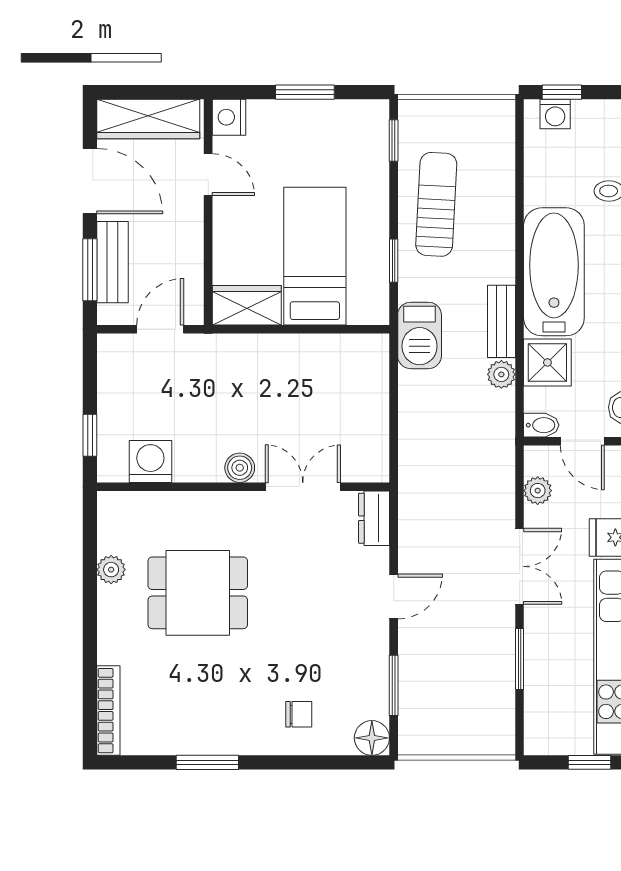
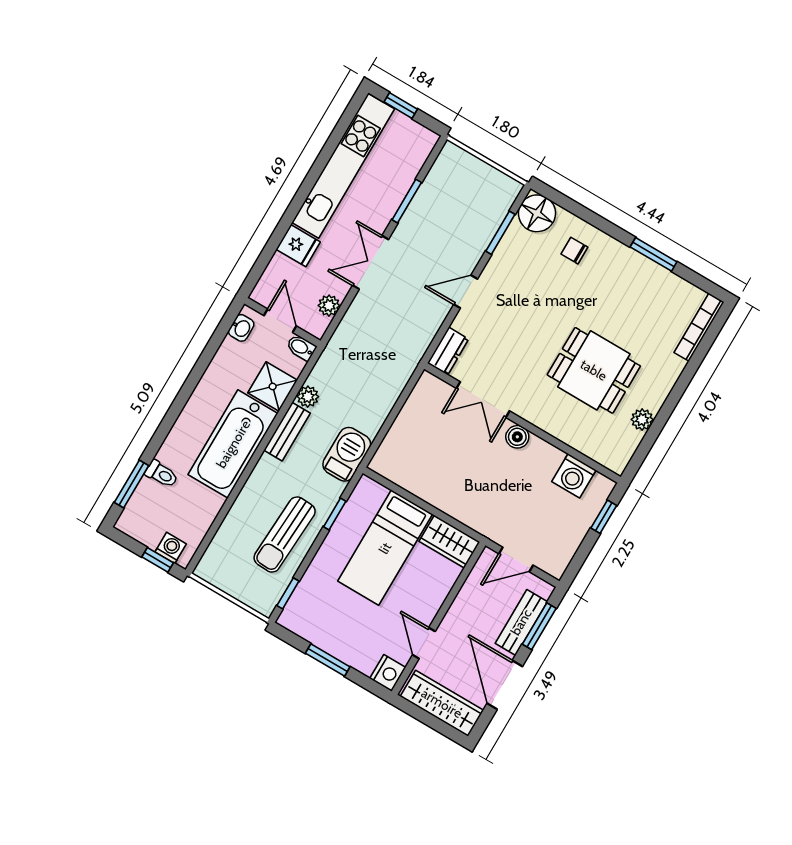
floor lamp: (372, 738) -> (537, 213), width x1.38, depth x1.38

